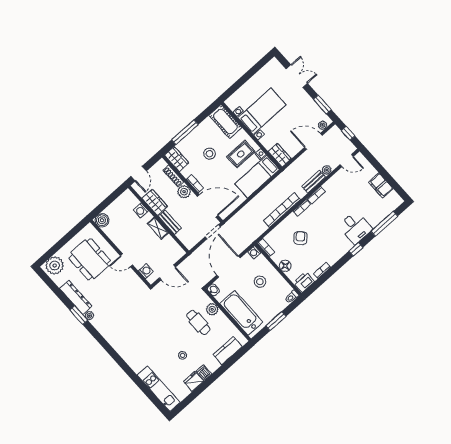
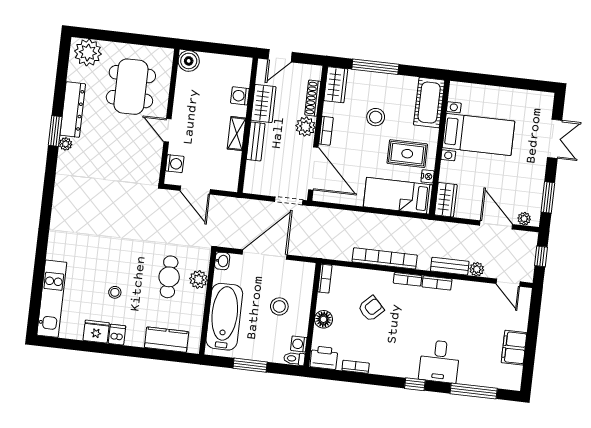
washing machine: (254, 252) -> (299, 344), moved

